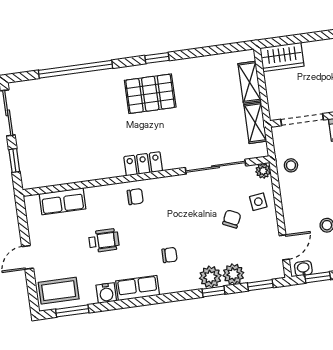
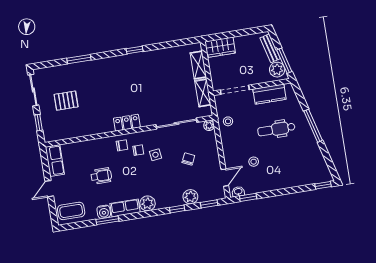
window: (75, 69) -> (79, 59), width x0.47
pallet: (150, 94) -> (66, 101), moved, width x0.67, depth x0.71
row of seats: (62, 201) -> (55, 161), moved, turned -90
side table: (258, 202) -> (155, 155), moved
chair: (169, 255) -> (138, 150), moved
plant: (210, 277) -> (148, 203), moved
window: (72, 311) -> (107, 220), moved

